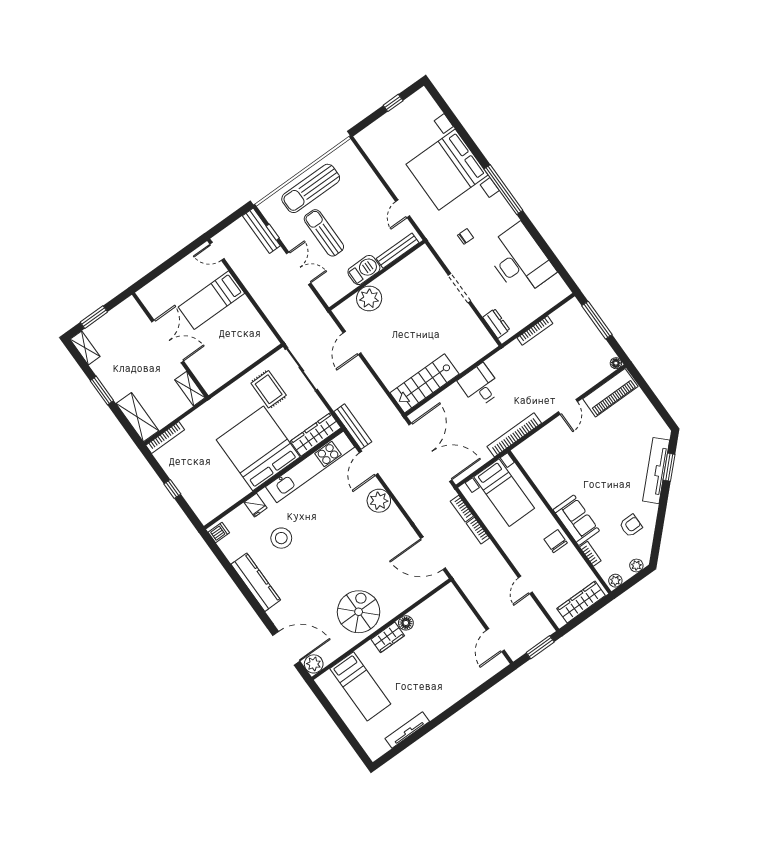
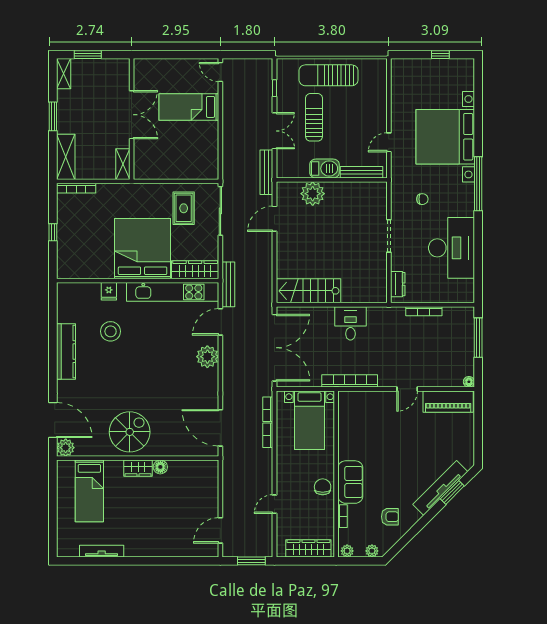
bench: (261, 231) -> (266, 172), moved
dishwasher: (219, 532) -> (65, 292), removed

